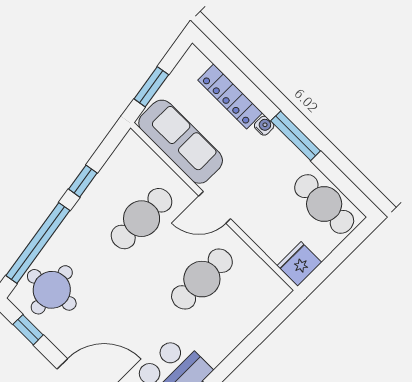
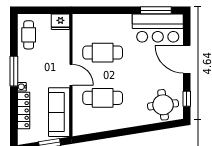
window: (83, 181) -> (111, 134), removed
cafe table: (324, 204) -> (29, 35), width x0.73, depth x0.74
window: (38, 243) -> (151, 128), removed

